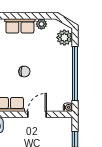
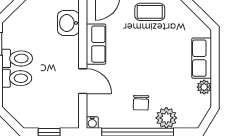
plant: (64, 37) -> (166, 118), moved
chair: (24, 72) -> (141, 103), moved

